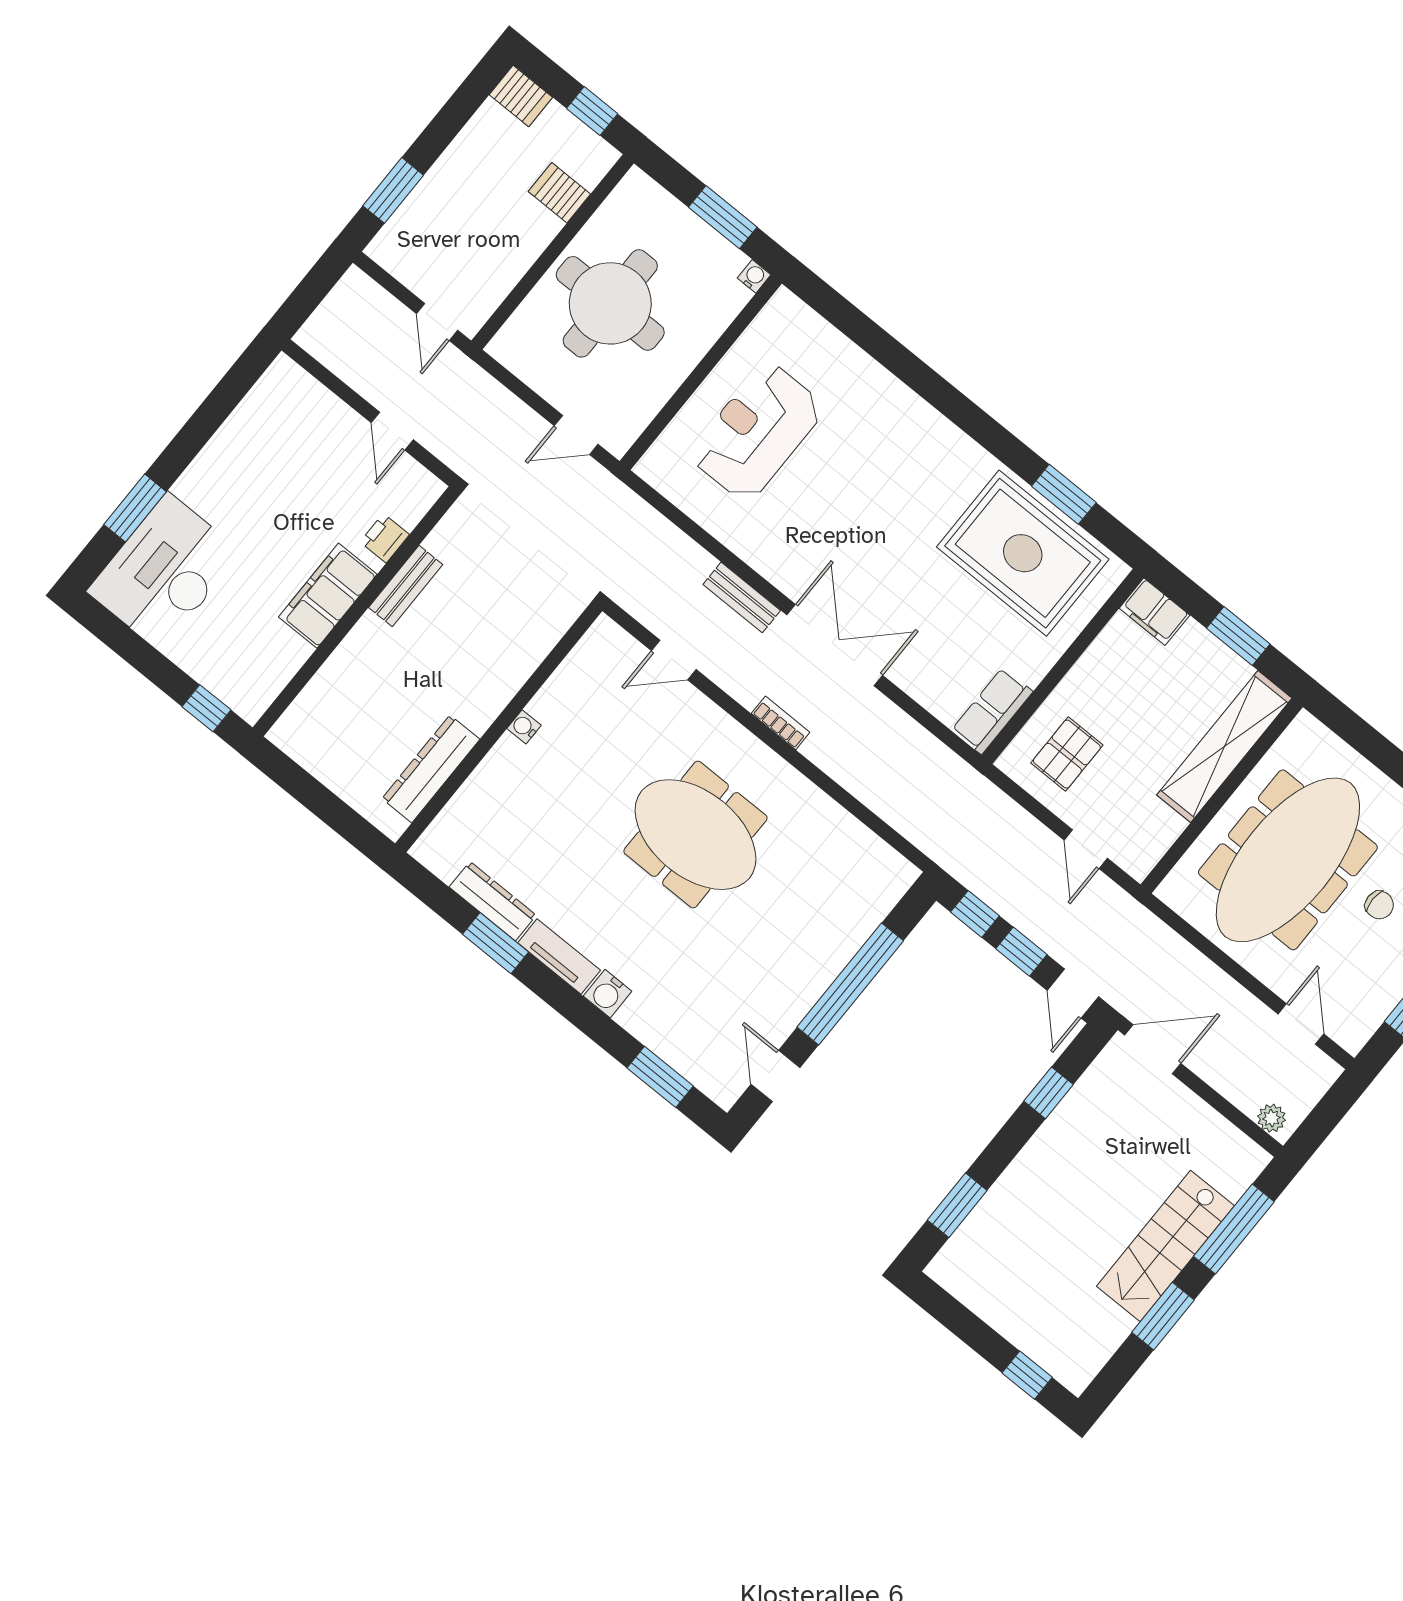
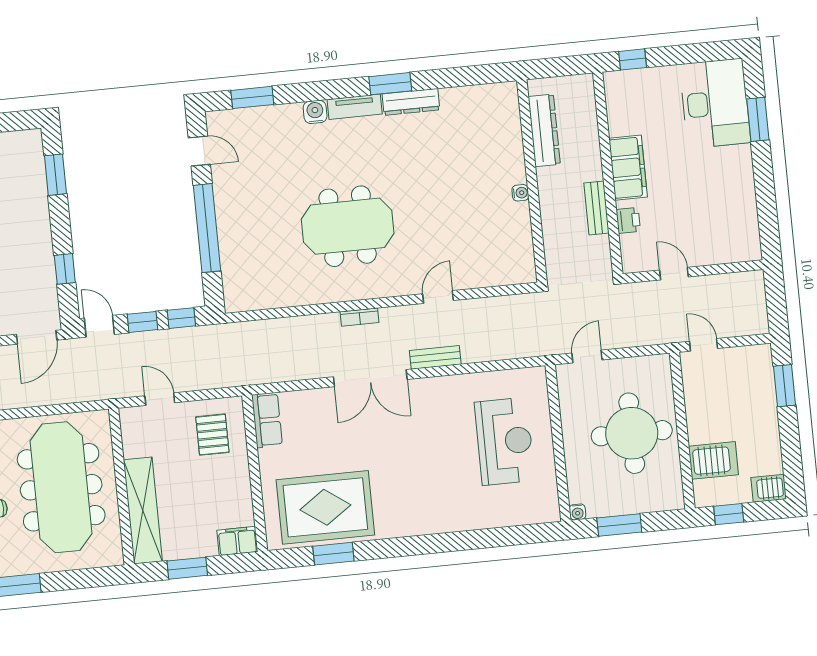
server rack: (559, 193) -> (713, 460), width x1.36, depth x1.44
wall: (499, 727) -> (532, 181), moved
water cooler: (524, 727) -> (520, 193), moved
dresser: (431, 769) -> (544, 130), moved

